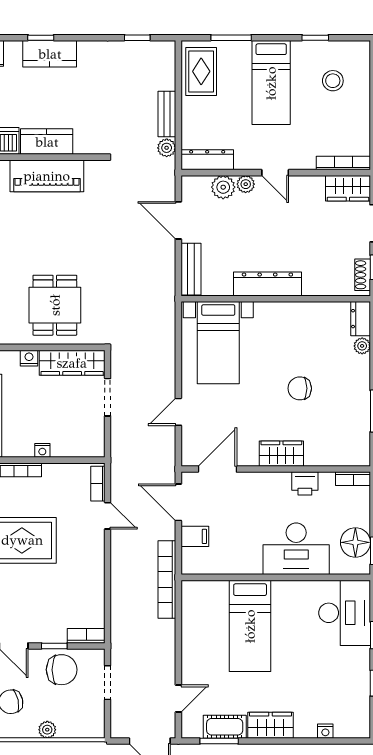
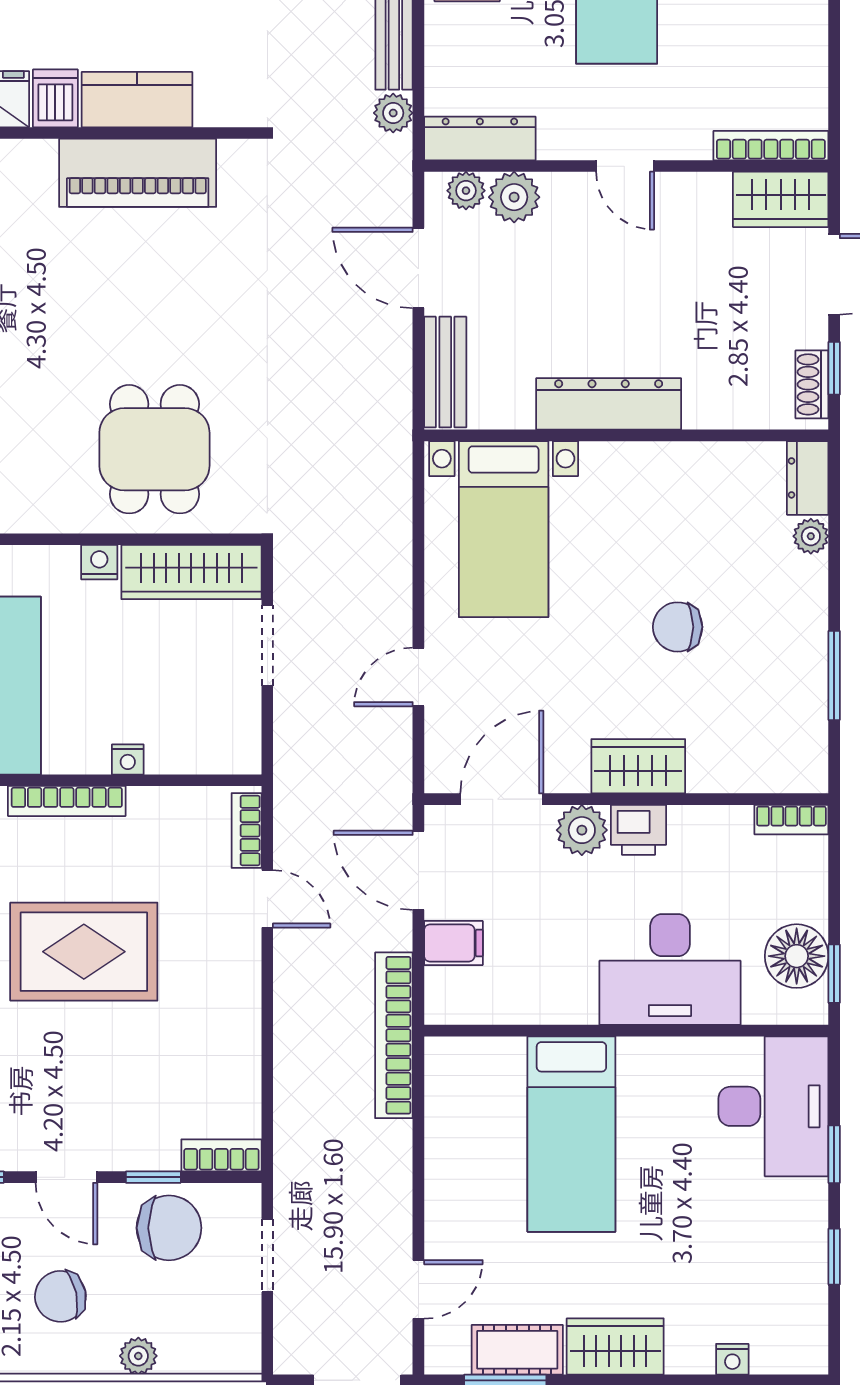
plant: (246, 184) -> (466, 191), moved
plant: (255, 483) -> (582, 830), added
printer: (305, 483) -> (638, 830), moved

